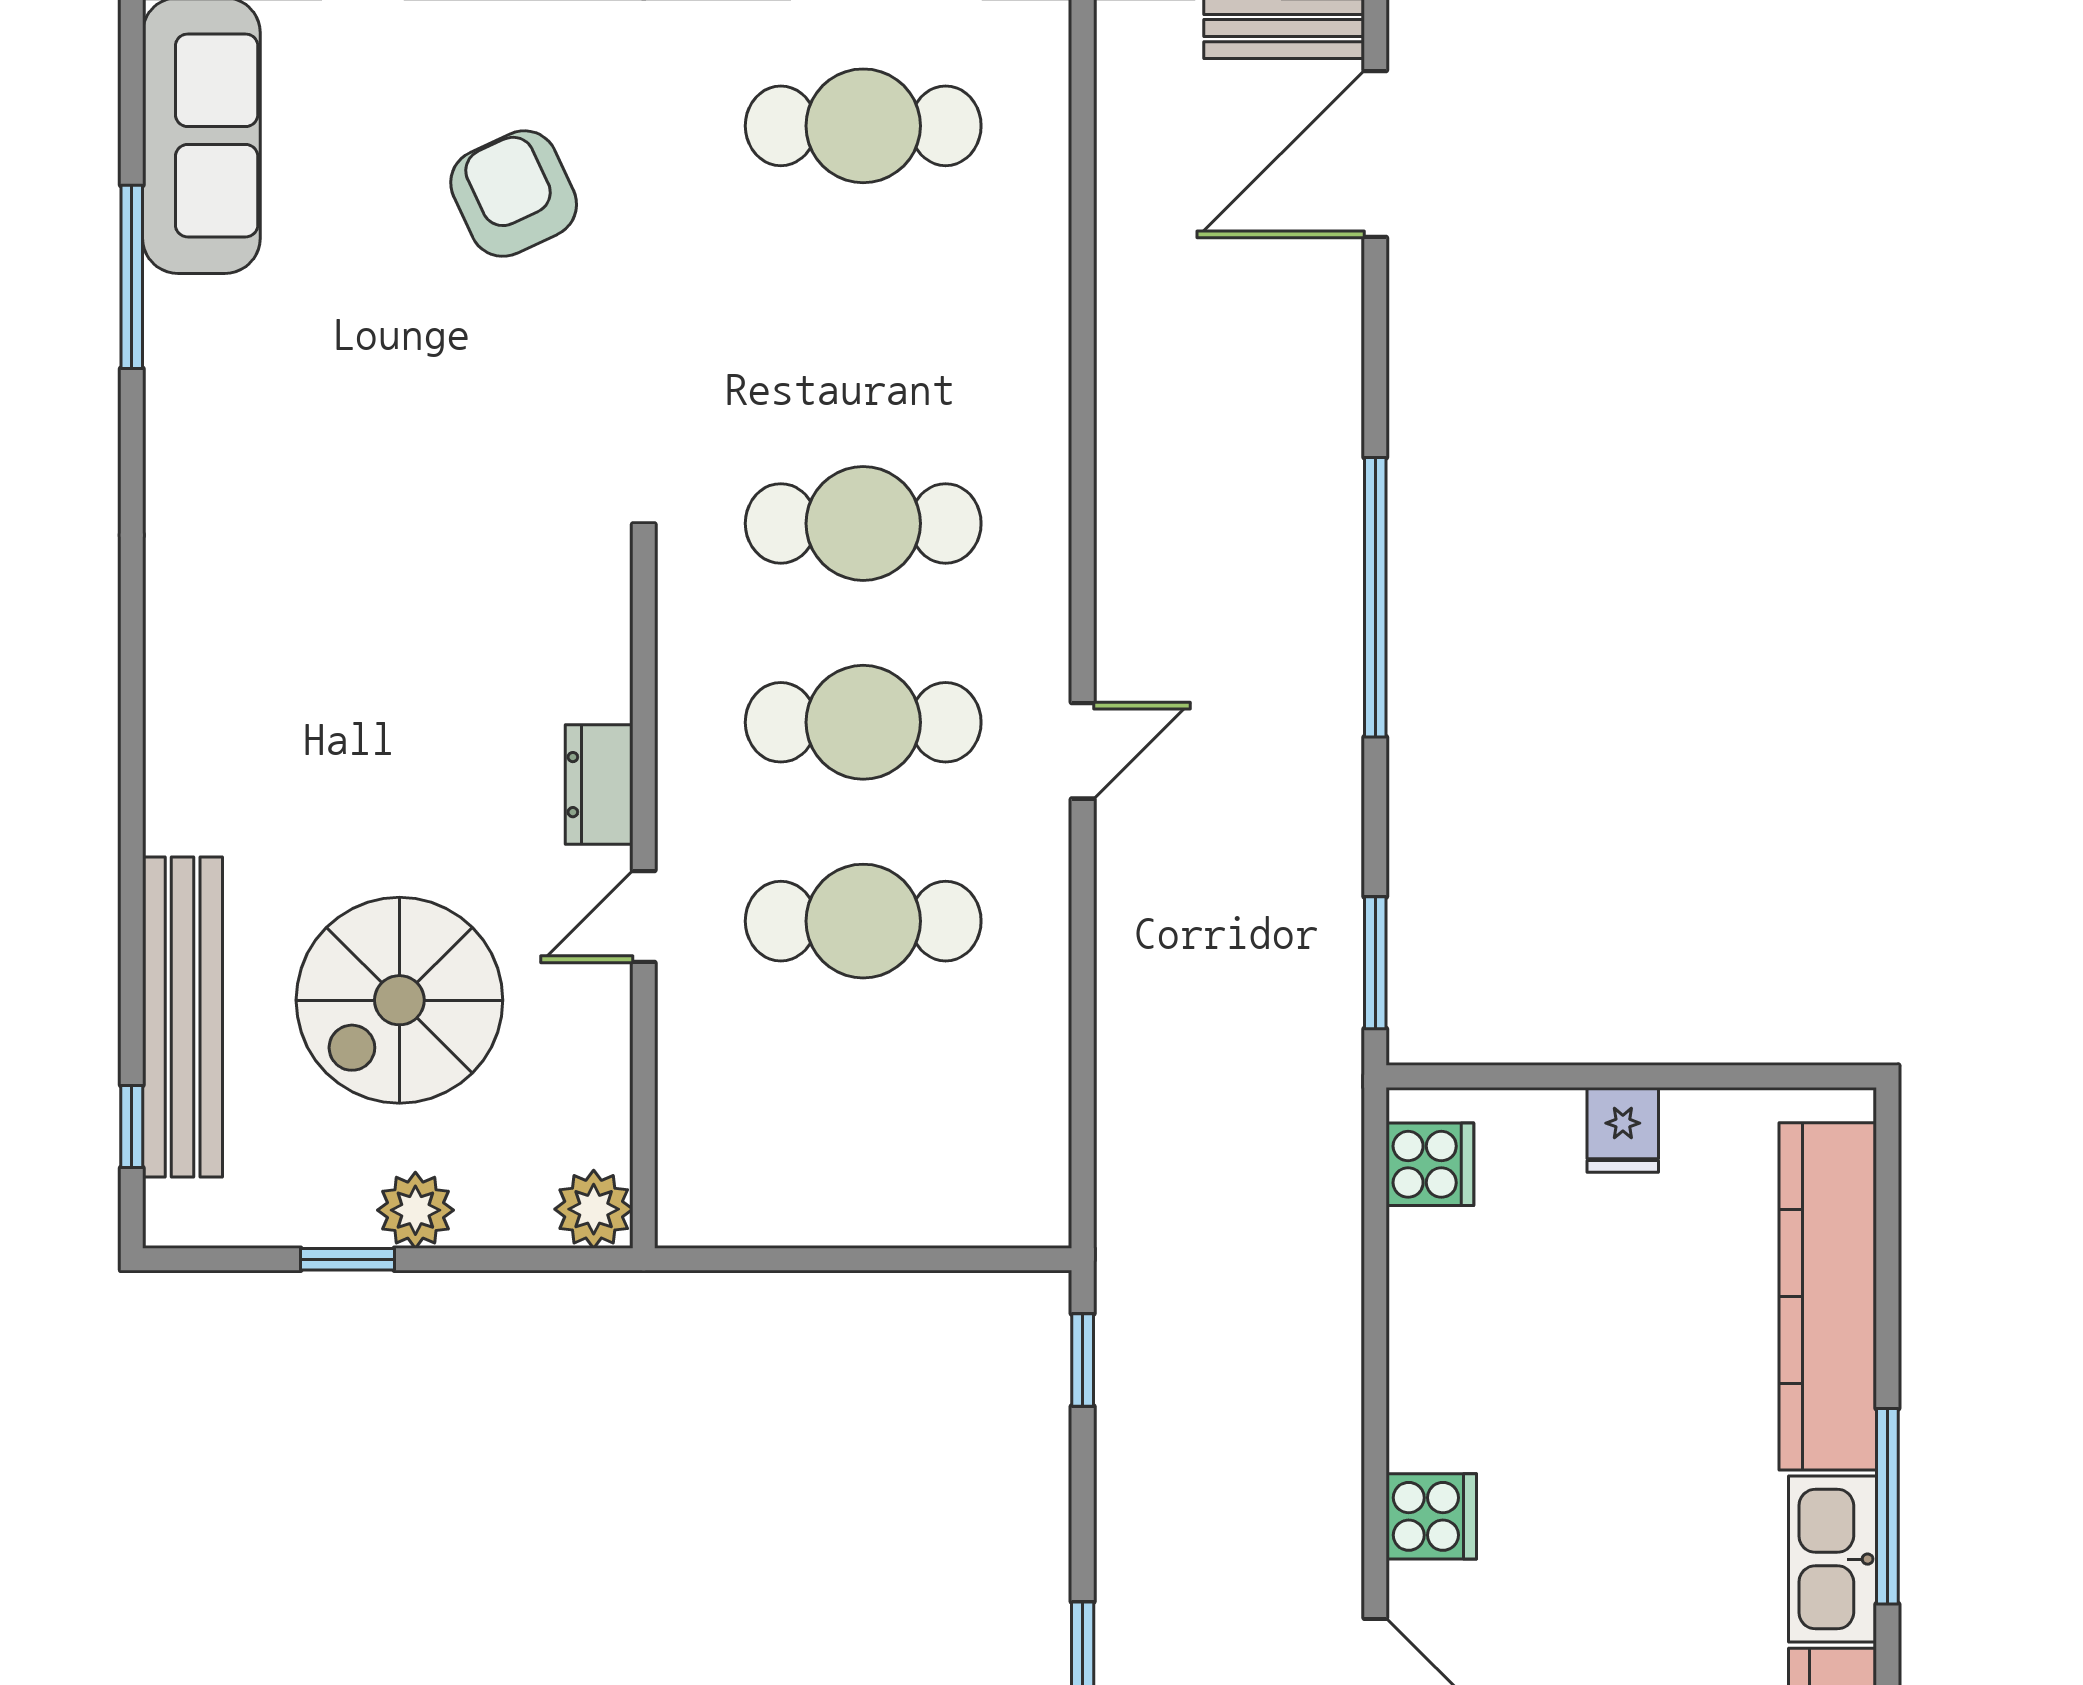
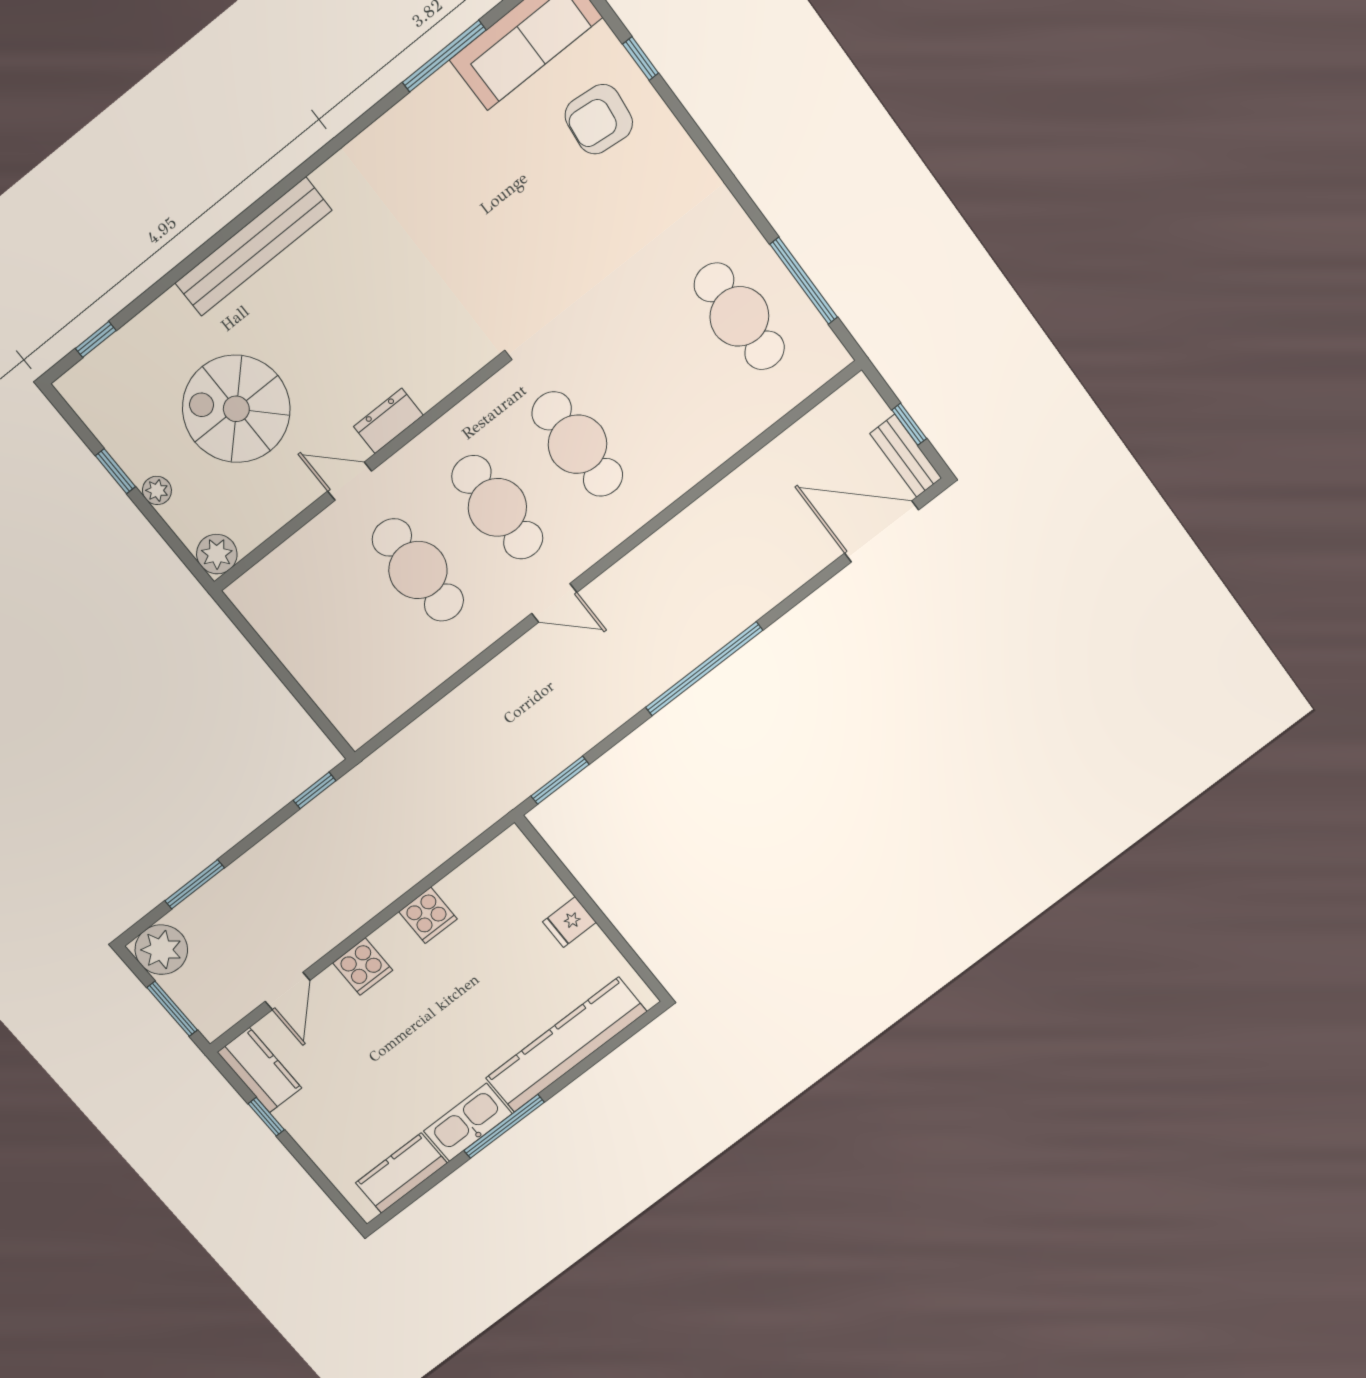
armchair: (514, 194) -> (599, 119), moved, turned -149
bench: (183, 1017) -> (253, 247), moved
cooker: (1430, 1164) -> (428, 915), moved
plant: (415, 1210) -> (157, 490), width x0.73, depth x0.73

